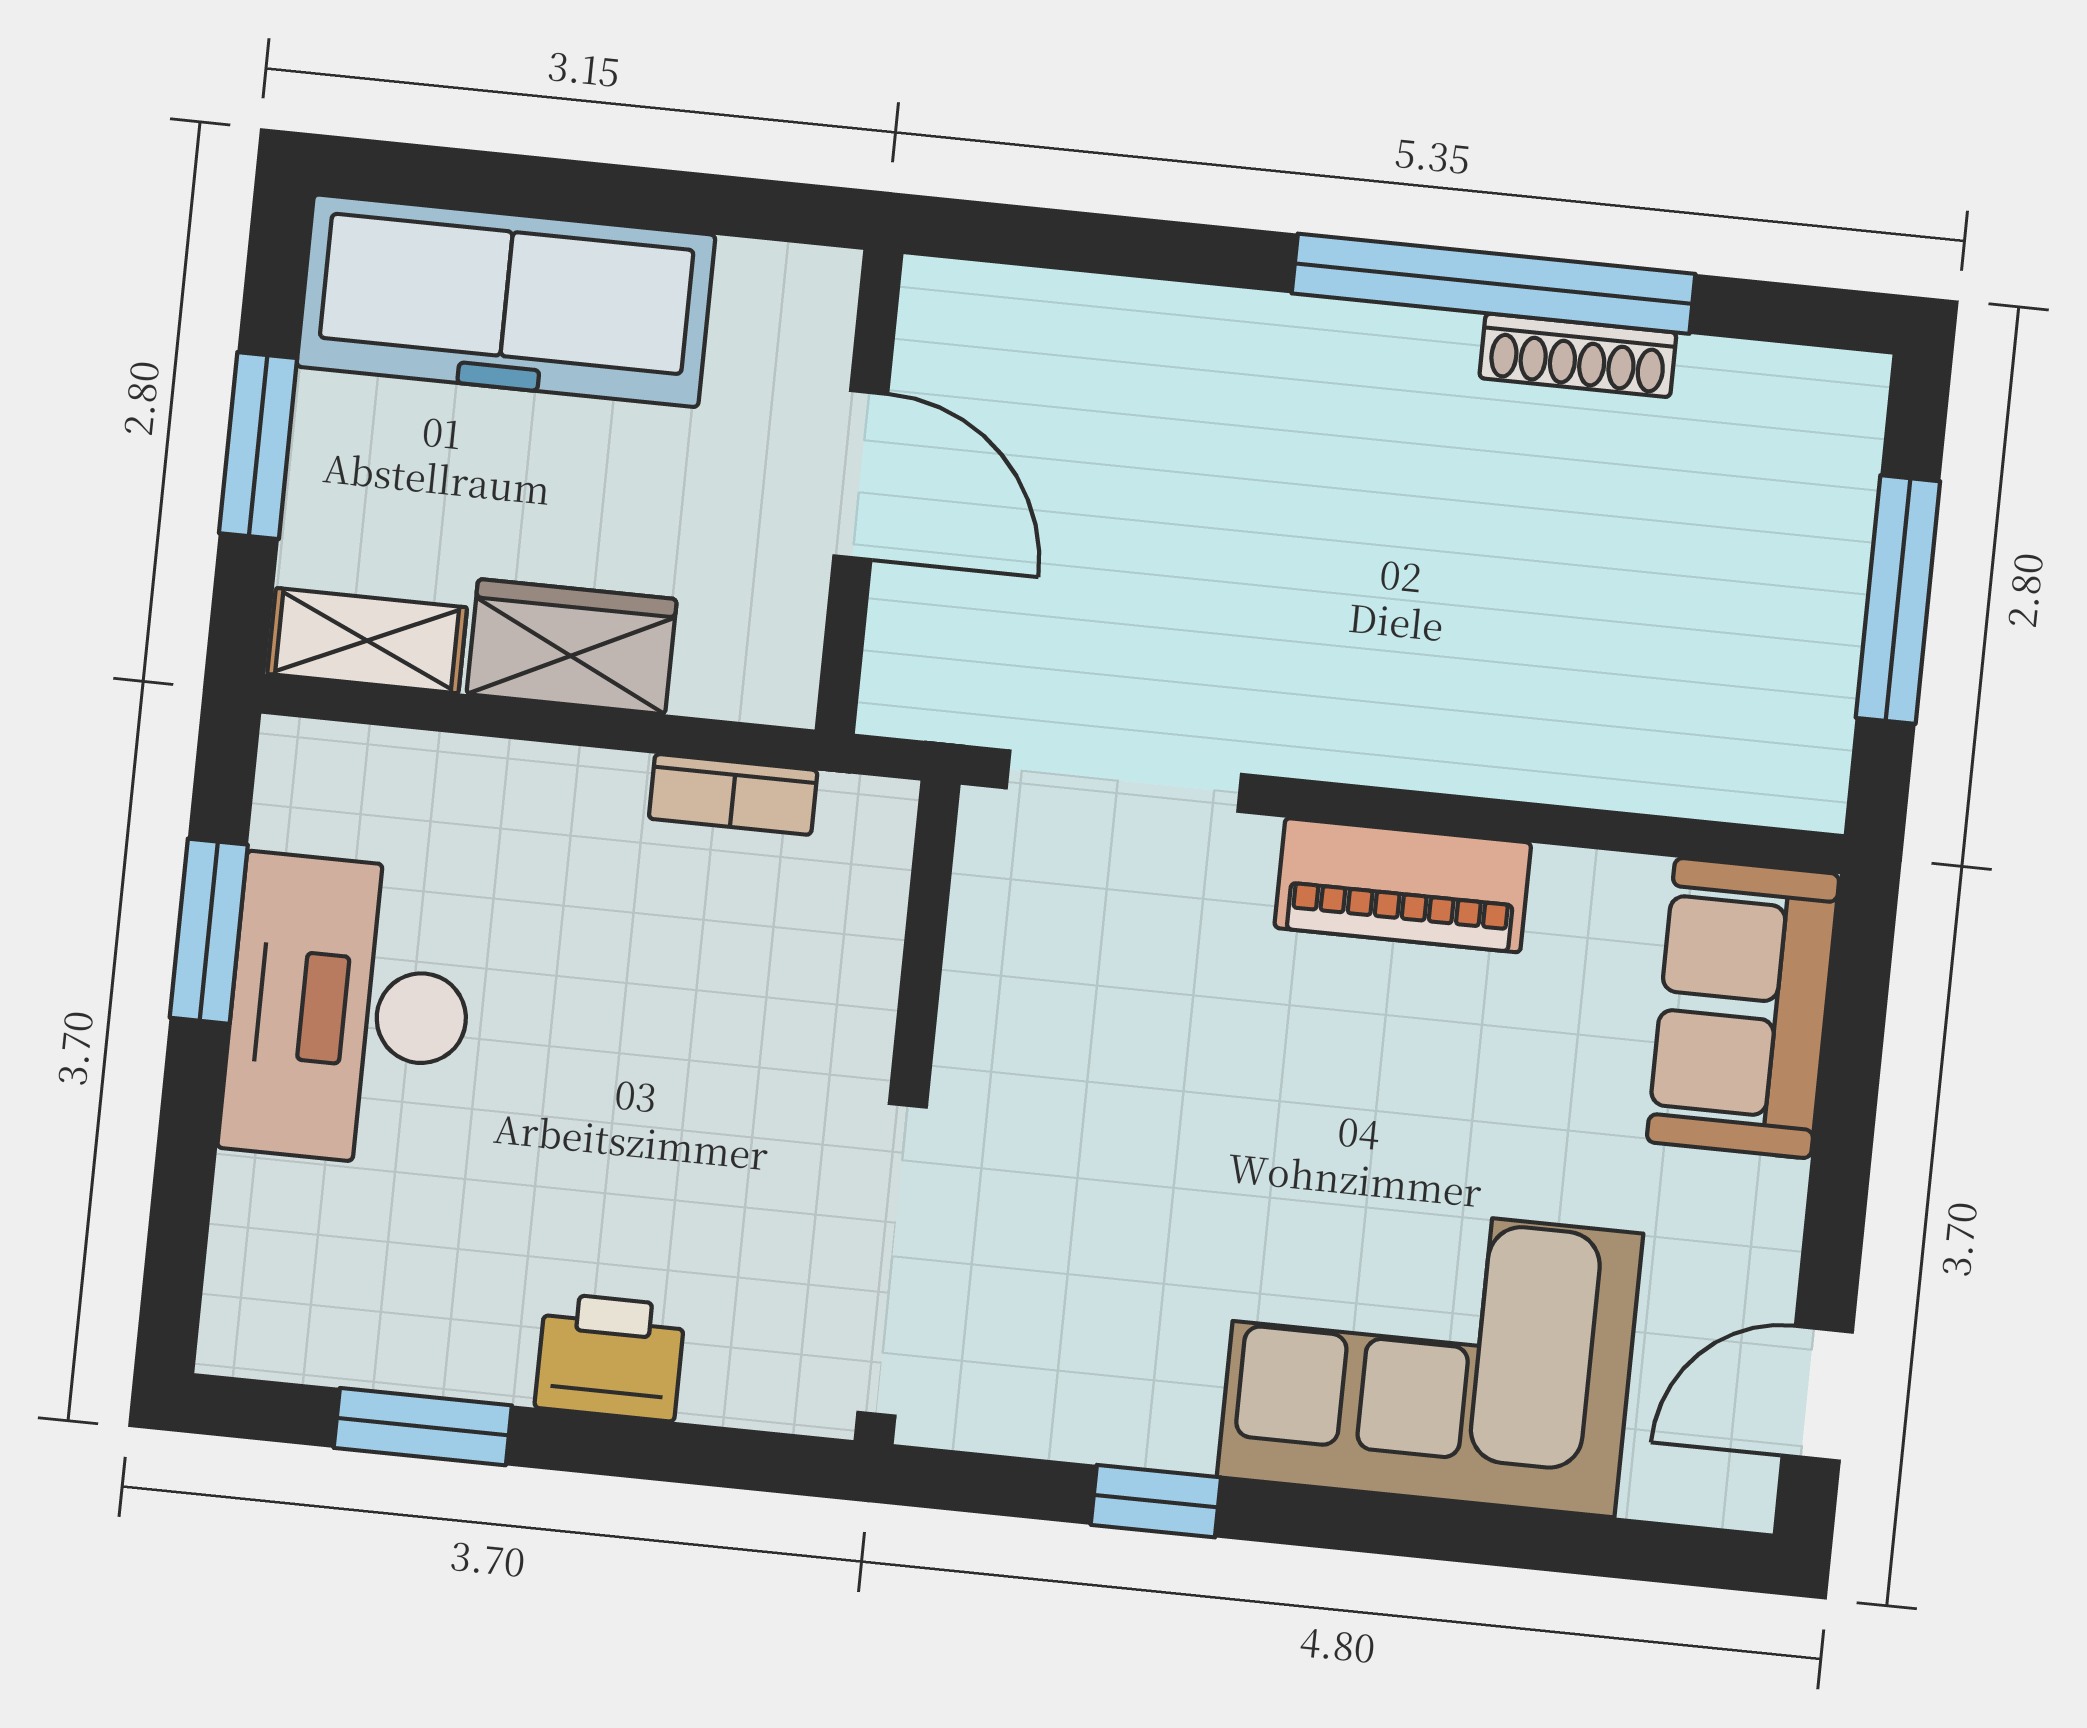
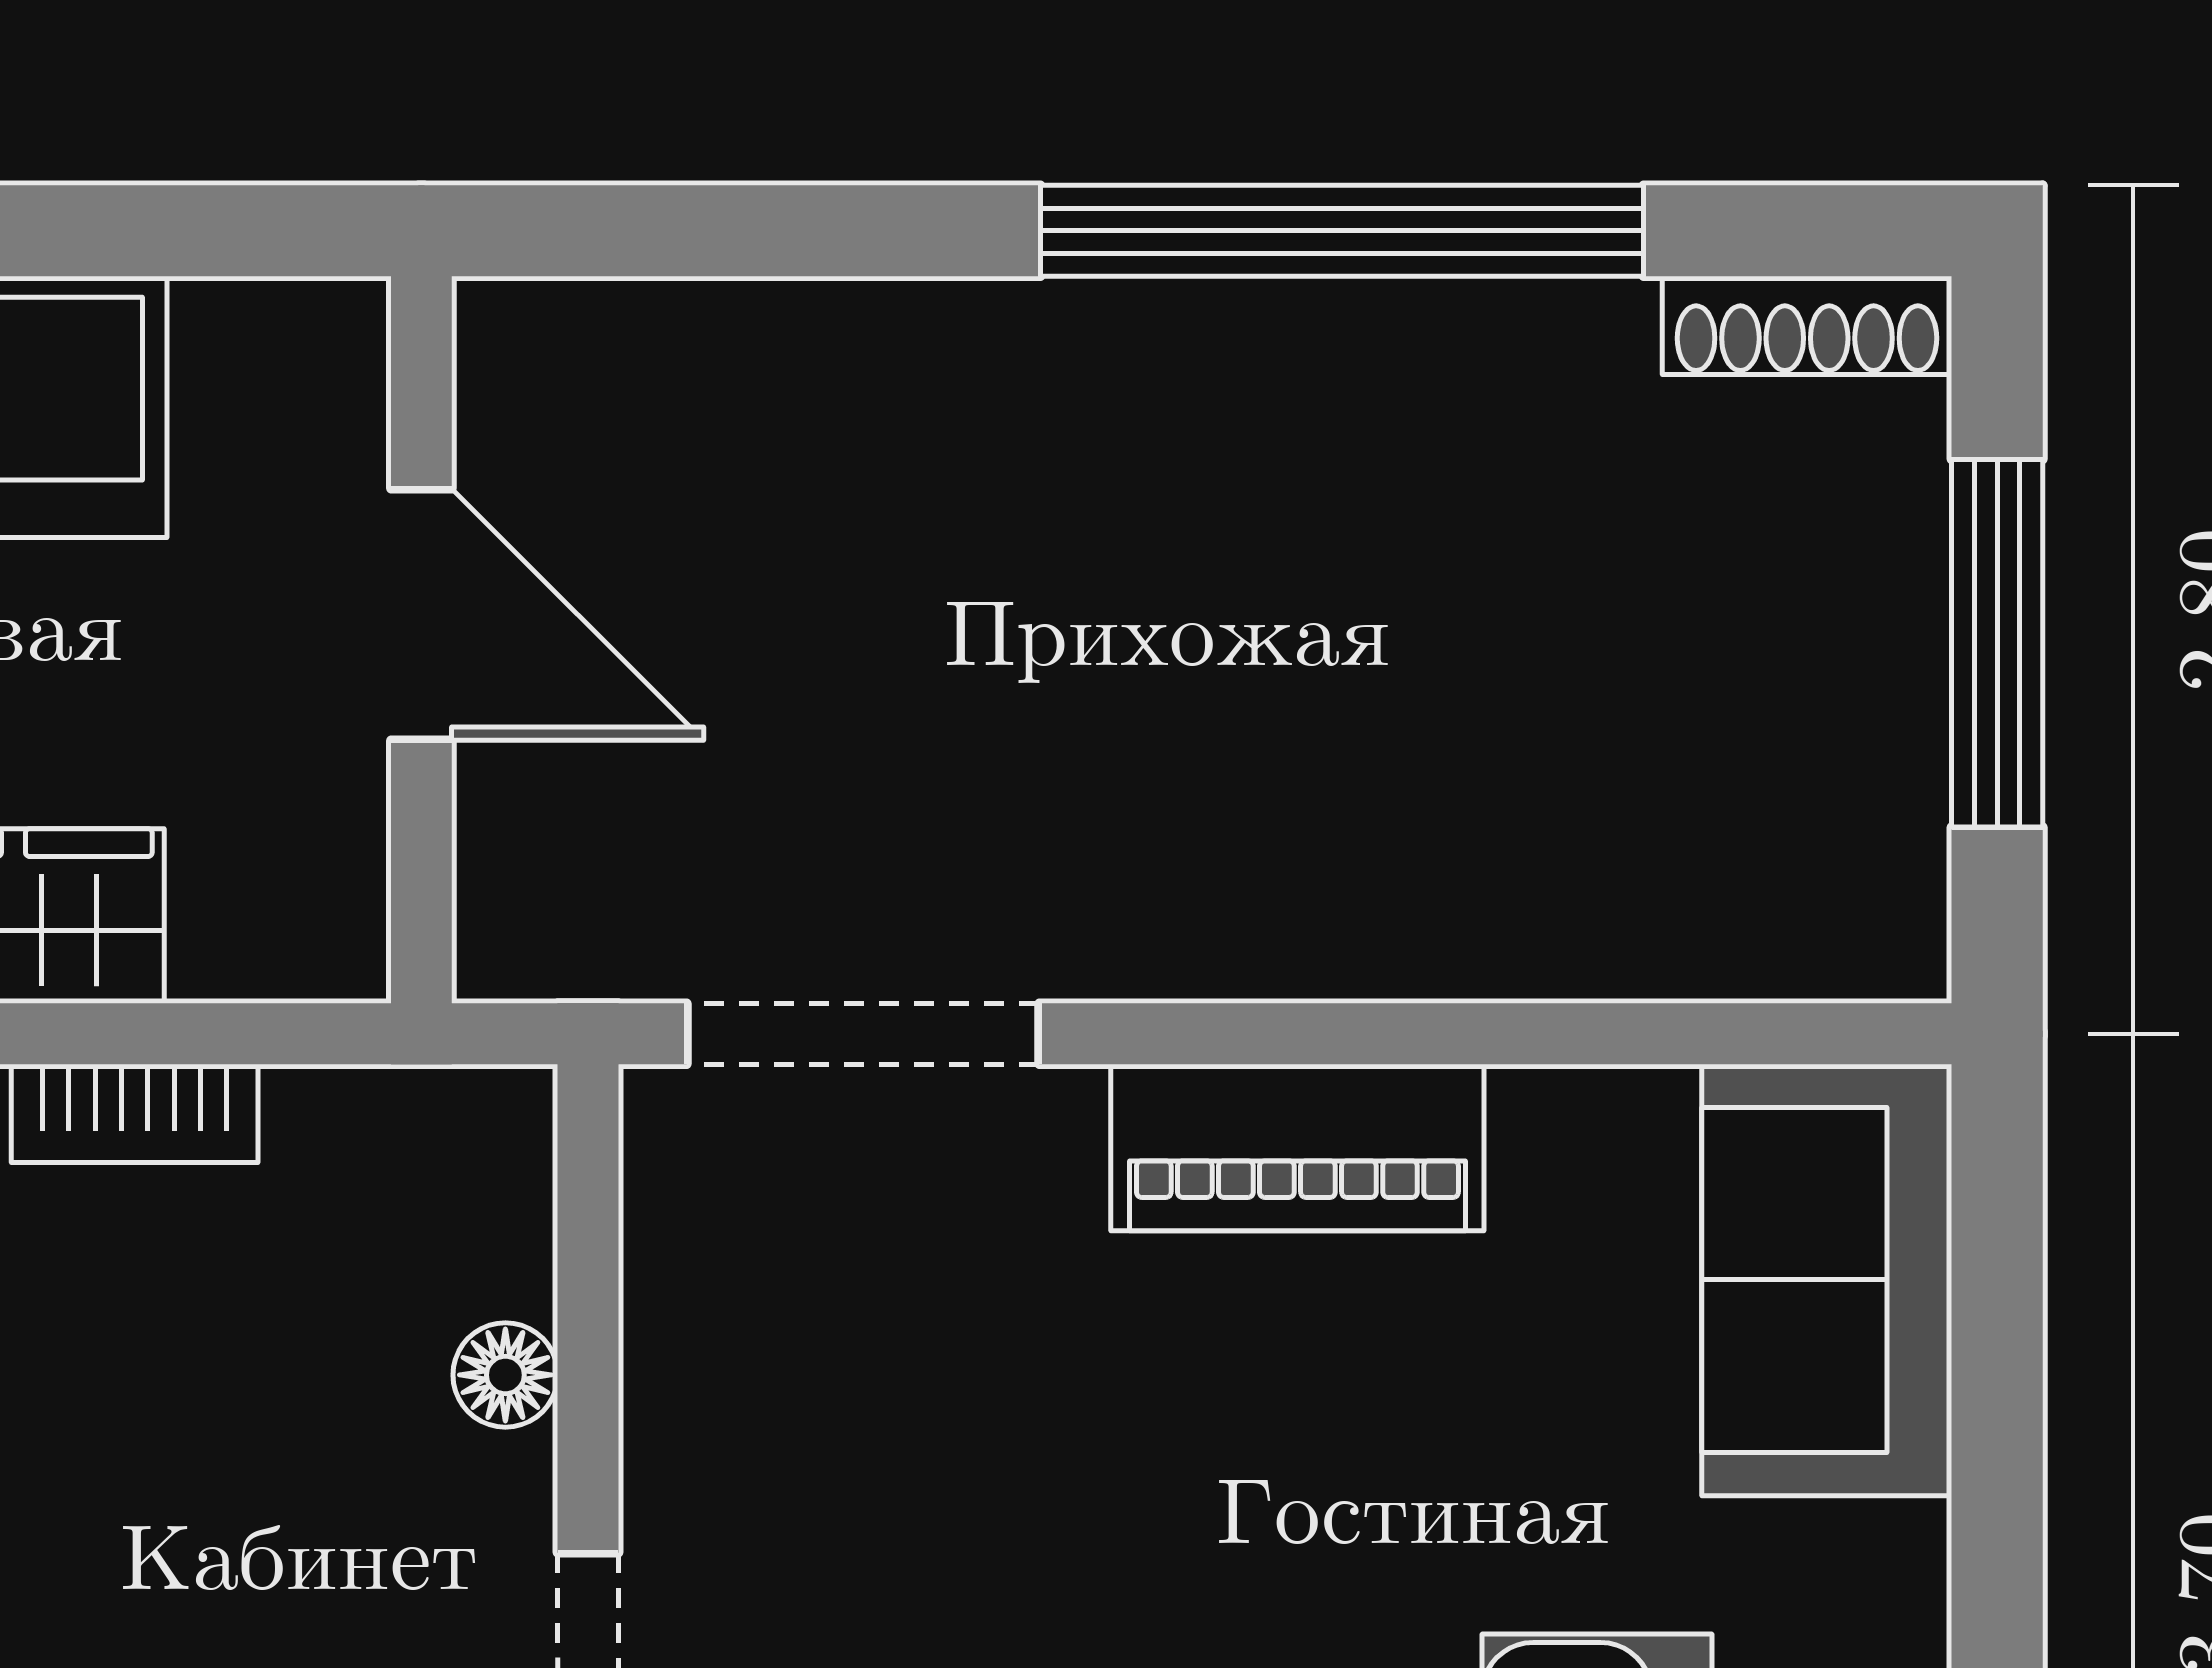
shoe rack: (1578, 355) -> (1807, 325), moved
bookcase: (733, 794) -> (135, 1113), moved
floor lamp: (865, 982) -> (505, 1375), added

